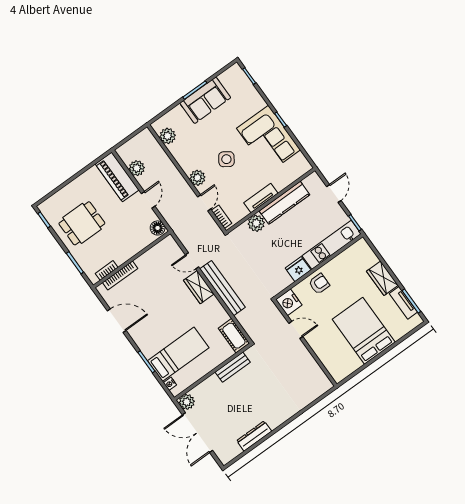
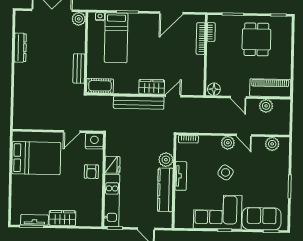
sofa: (205, 100) -> (262, 219), moved, turned 90
door: (204, 203) -> (244, 135), moved
bed: (364, 331) -> (36, 158), moved

